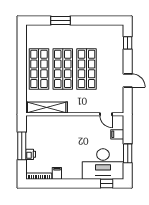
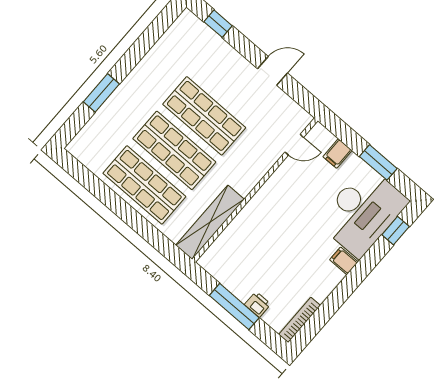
filing cabinet: (57, 173) -> (344, 261), moved

